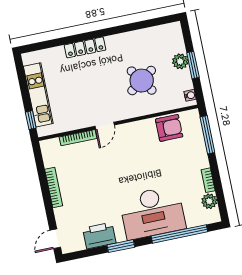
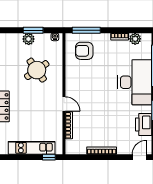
armchair: (169, 128) -> (84, 51), moved, turned -90
door: (55, 239) -> (139, 157), swing flipped

